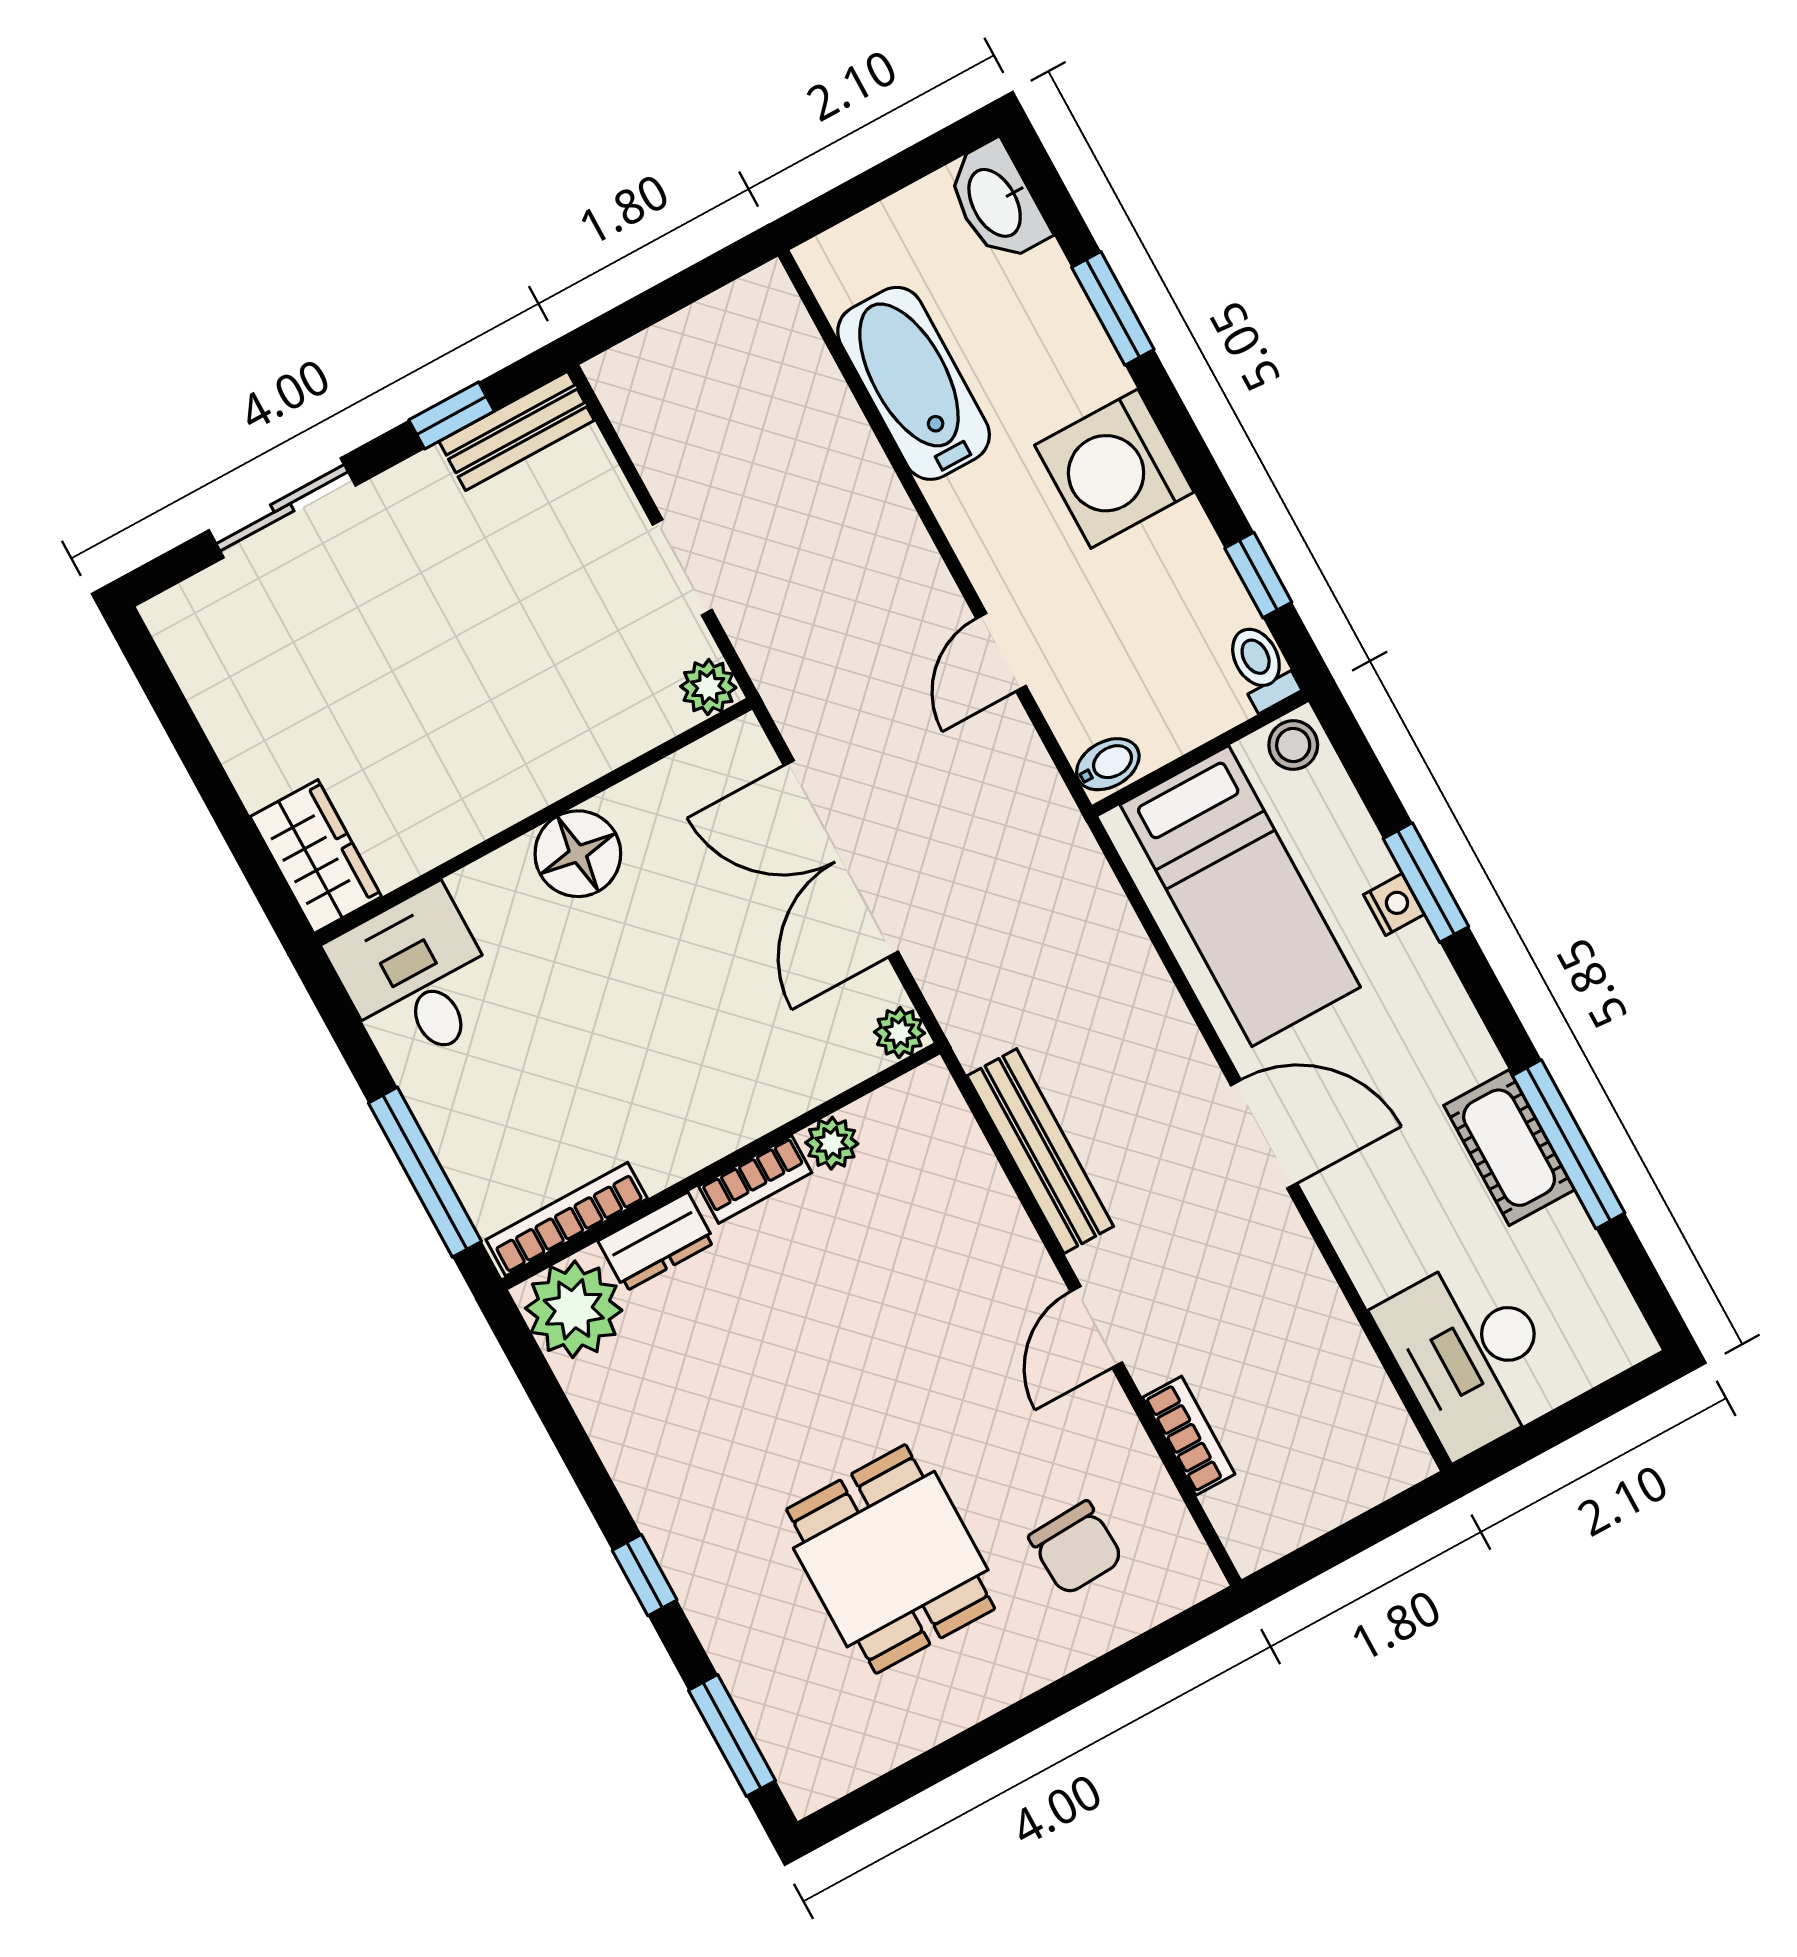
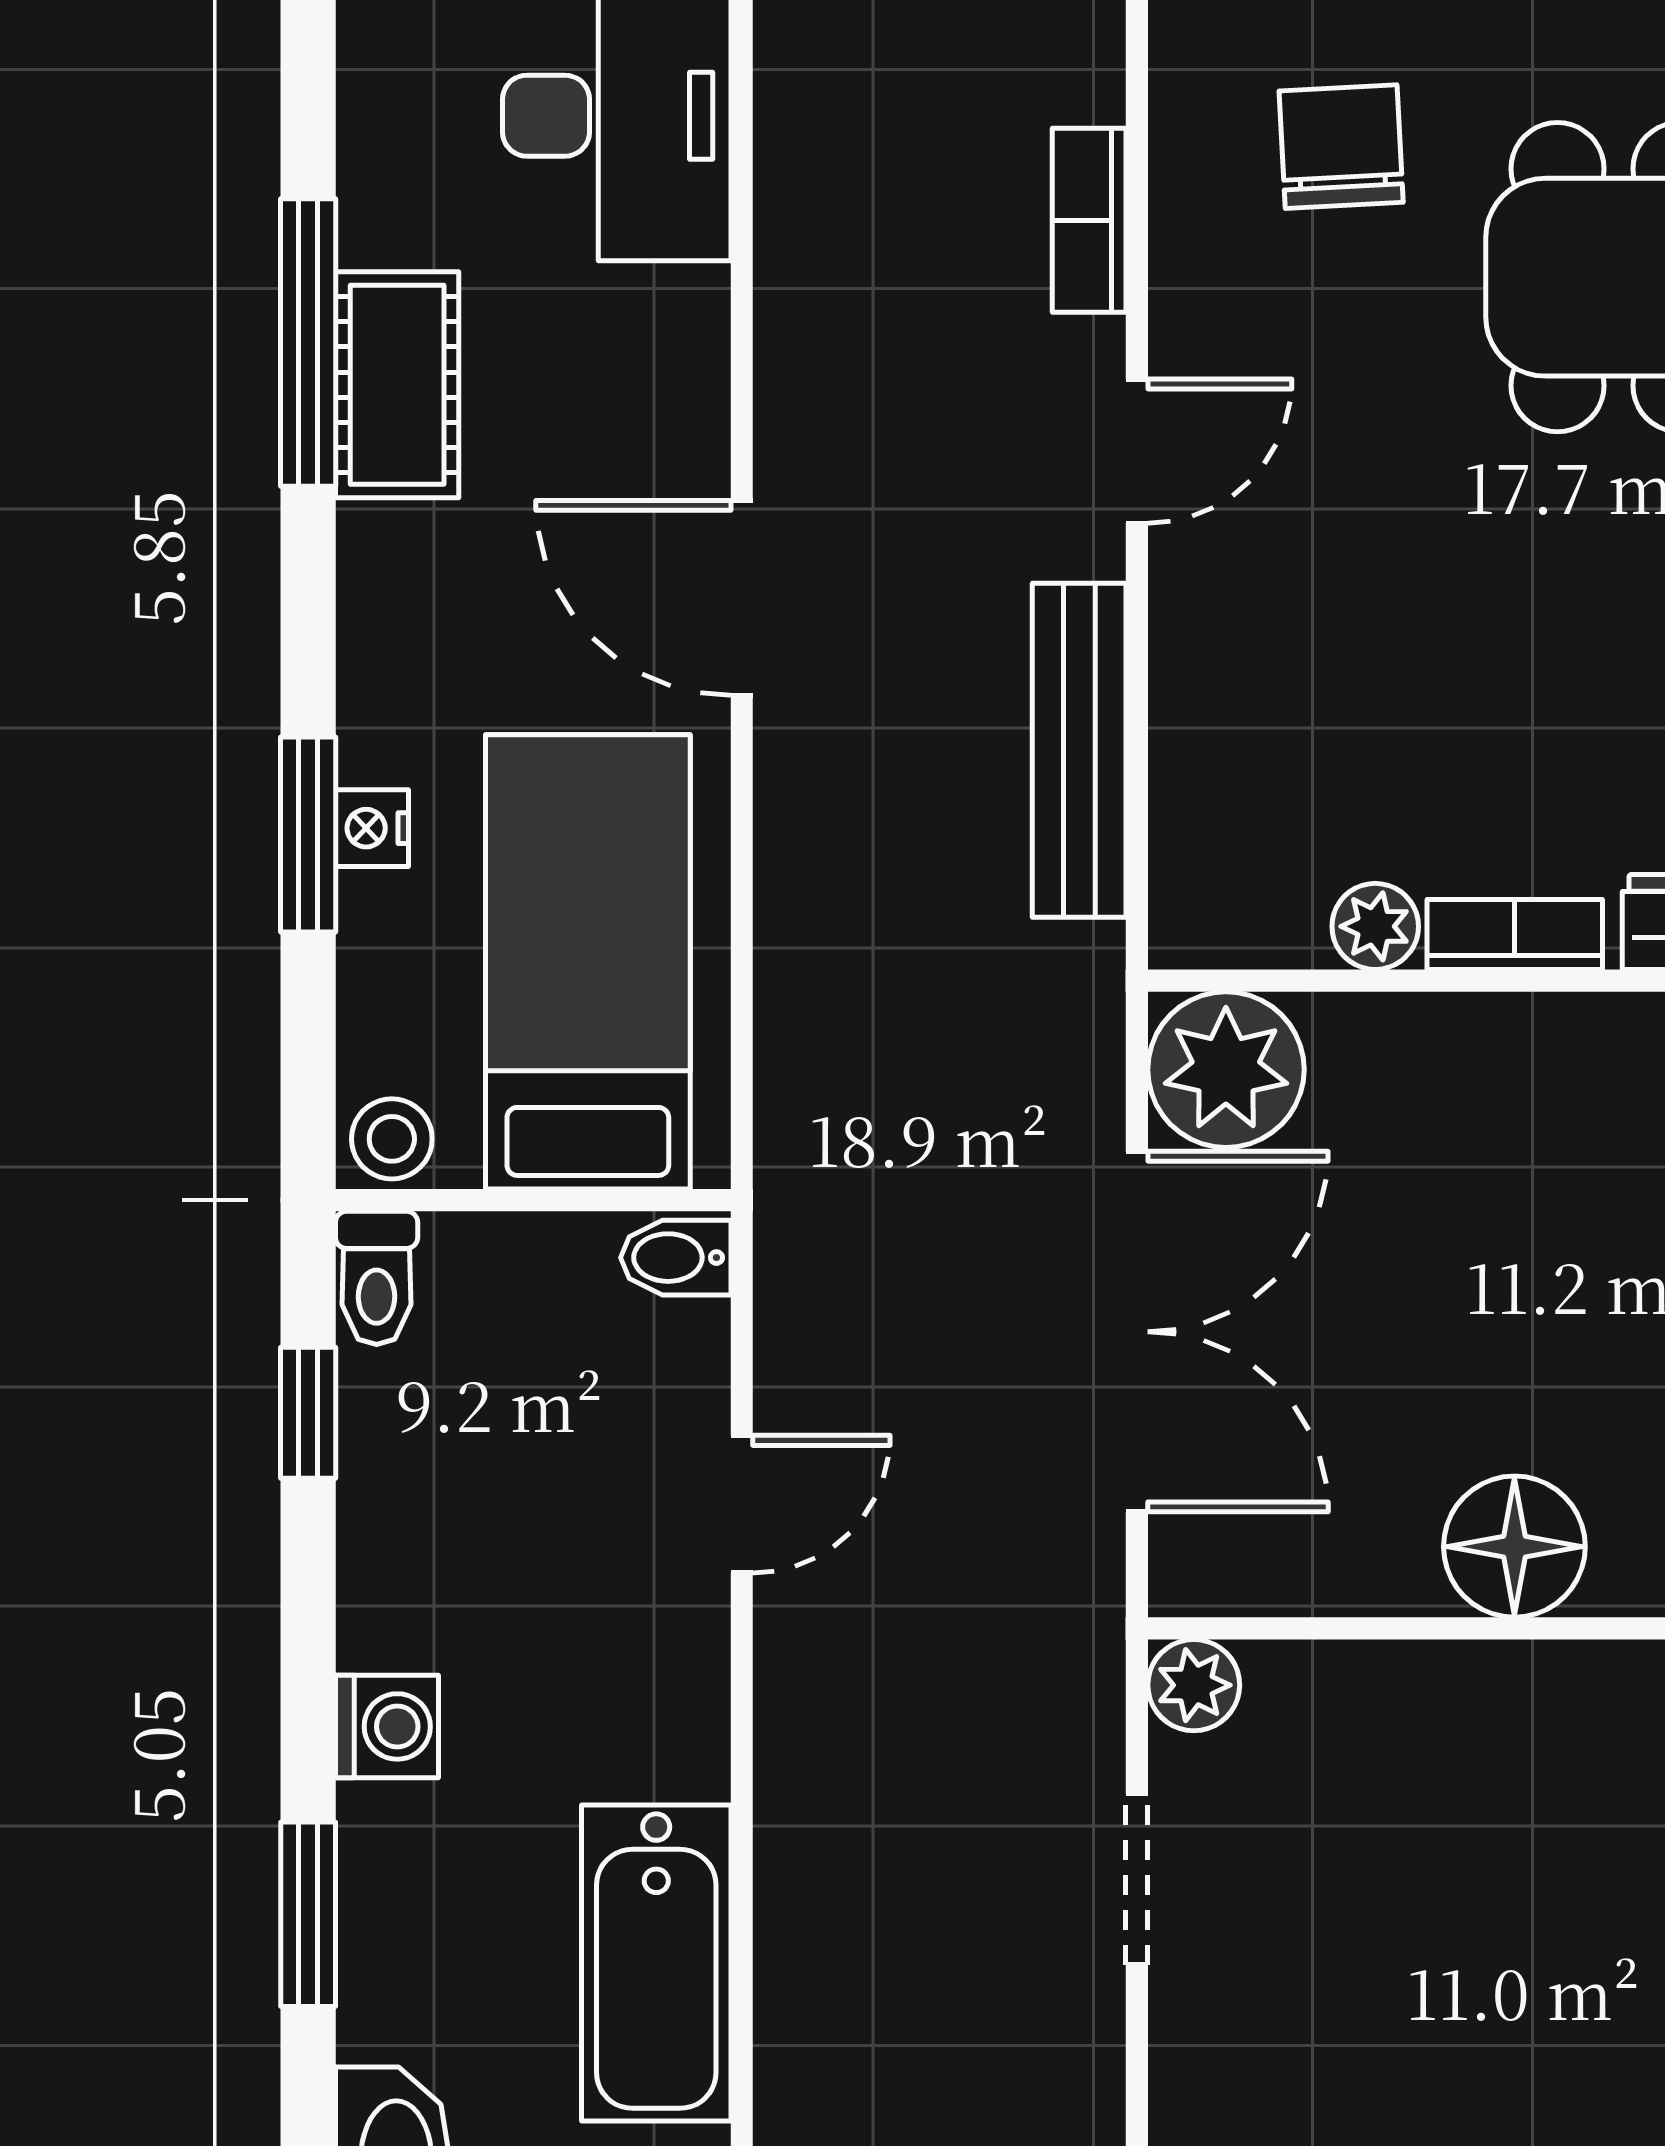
washing machine: (1114, 469) -> (387, 1726), width x0.53, depth x0.53
plant: (900, 1033) -> (1226, 1070), width x1.88, depth x1.88

